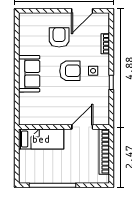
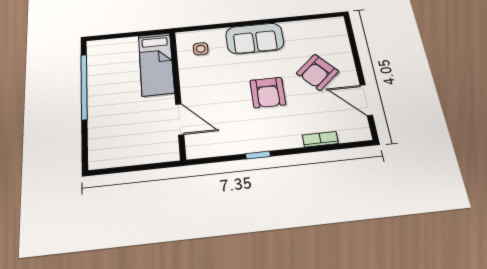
armchair: (59, 37) -> (317, 72), turned 138
side table: (93, 71) -> (201, 49), moved
bookcase: (104, 152) -> (141, 157), removed

